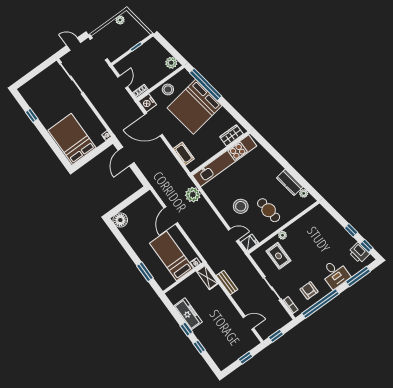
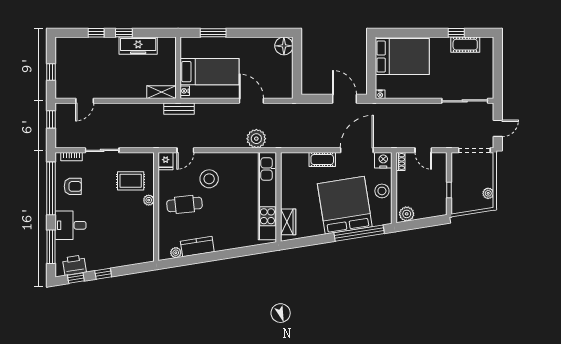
cot: (35, 104) -> (465, 45), added
cot: (184, 154) -> (322, 160), moved
bench: (227, 282) -> (179, 109), moved

